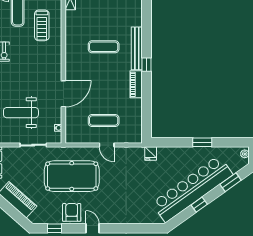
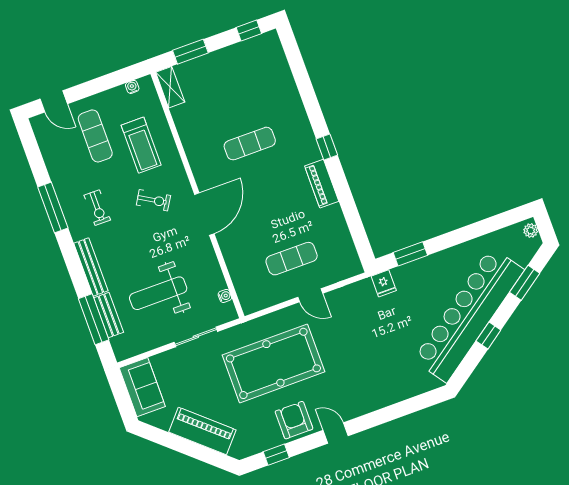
bench: (137, 48) -> (302, 127), removed
exercise bike: (37, 59) -> (153, 200), added
door: (63, 94) -> (204, 214), moved
window: (202, 142) -> (410, 254), moved

